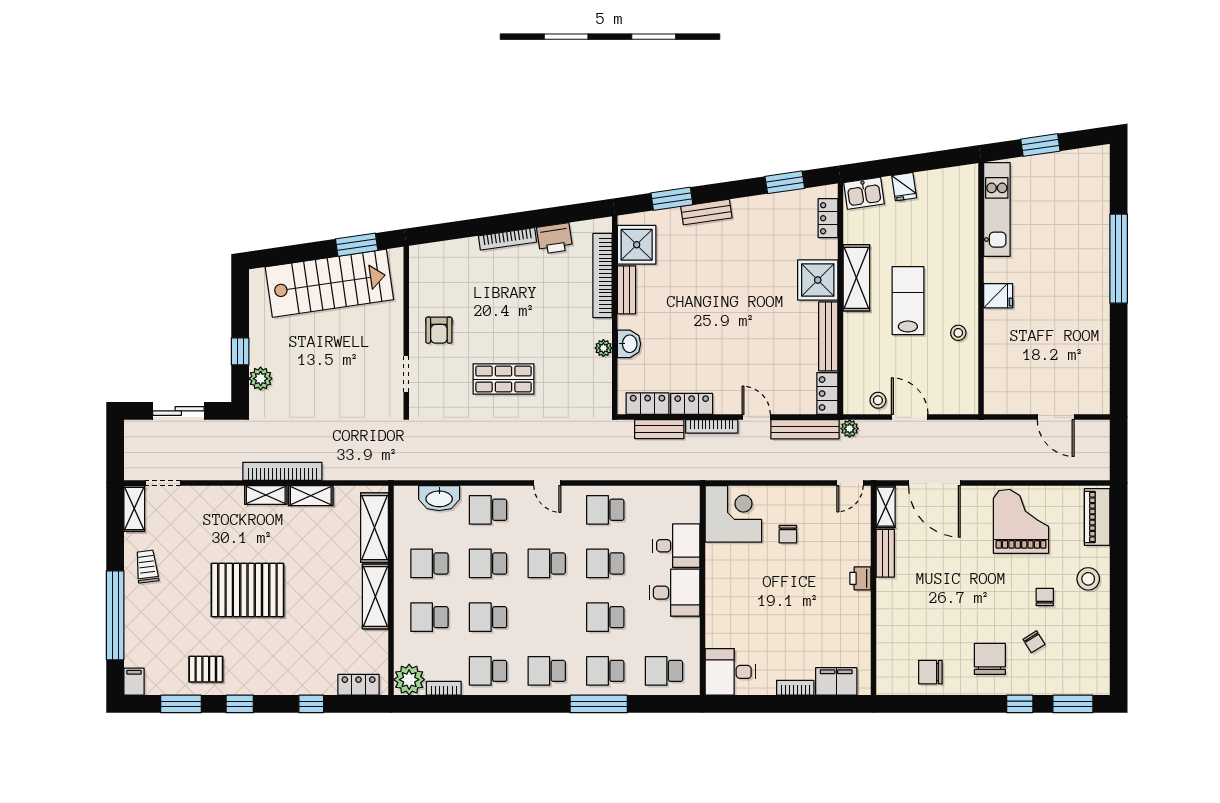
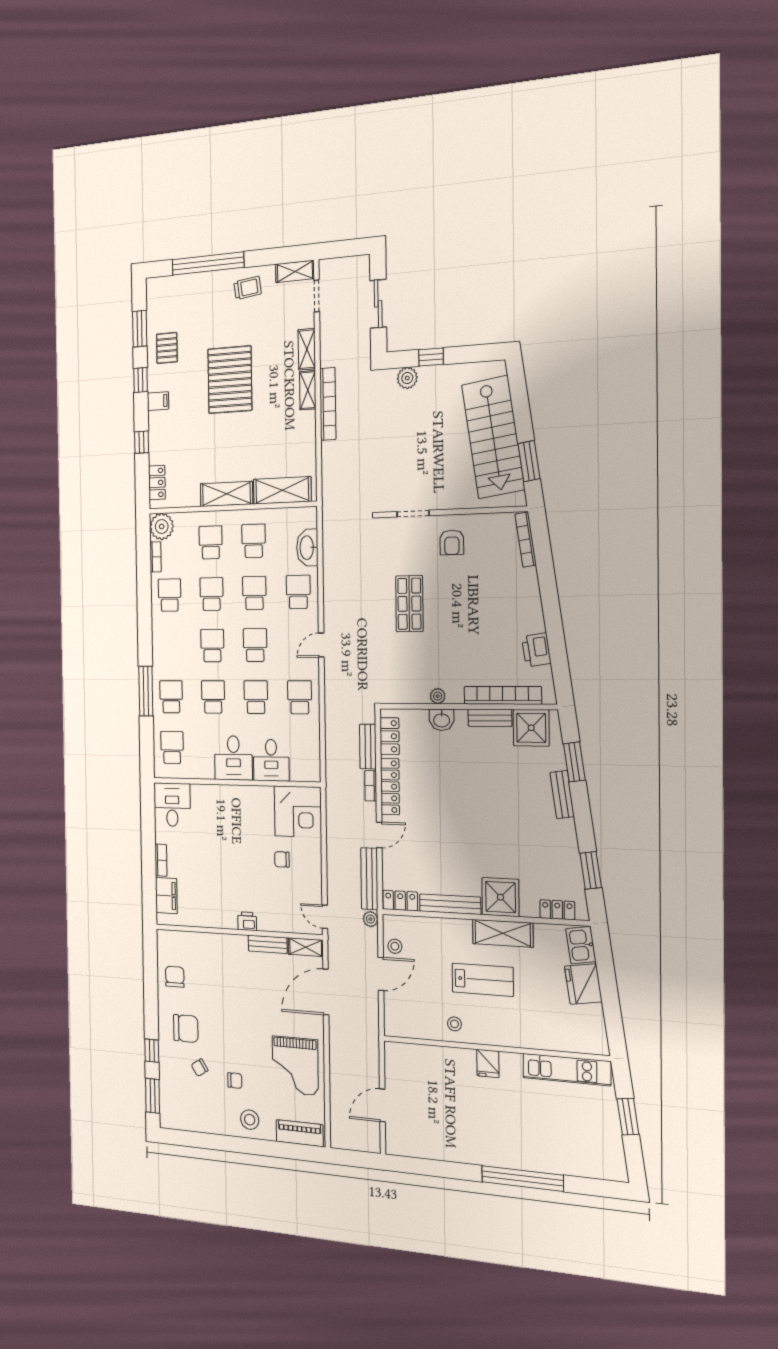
fridge: (904, 187) -> (583, 984), width x1.88, depth x1.34
bookcase: (508, 239) -> (526, 540), moved
armchair: (439, 330) -> (452, 542), turned -90
locker: (692, 404) -> (390, 787), width x1.53
bookcase: (712, 426) -> (371, 786), width x0.64
shelving: (311, 496) -> (307, 349), moved
grand piano: (1021, 521) -> (295, 1066), turned 90
school desk: (547, 671) -> (212, 646), moved
filing cabinet: (134, 682) -> (158, 401), moved

